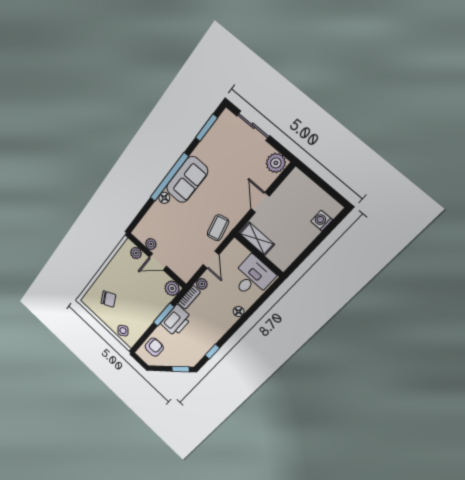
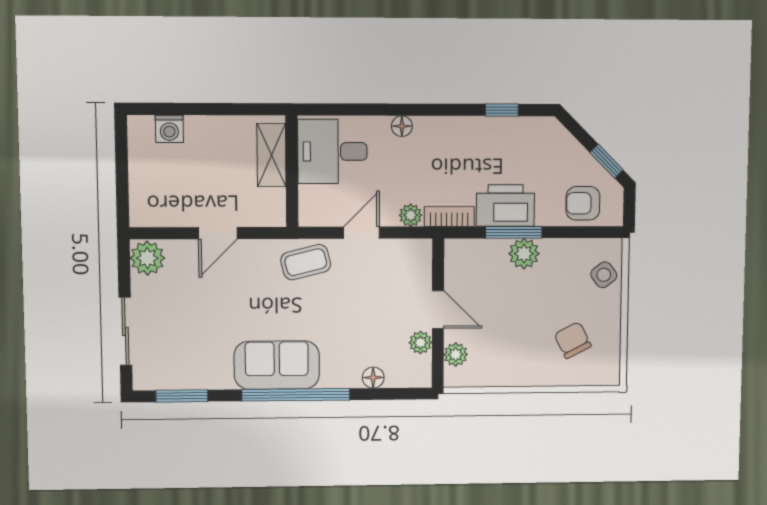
floor lamp: (164, 198) -> (373, 378), moved
shelving: (257, 239) -> (271, 155), moved
plant: (172, 288) -> (524, 254), moved
window: (181, 369) -> (606, 161), moved

